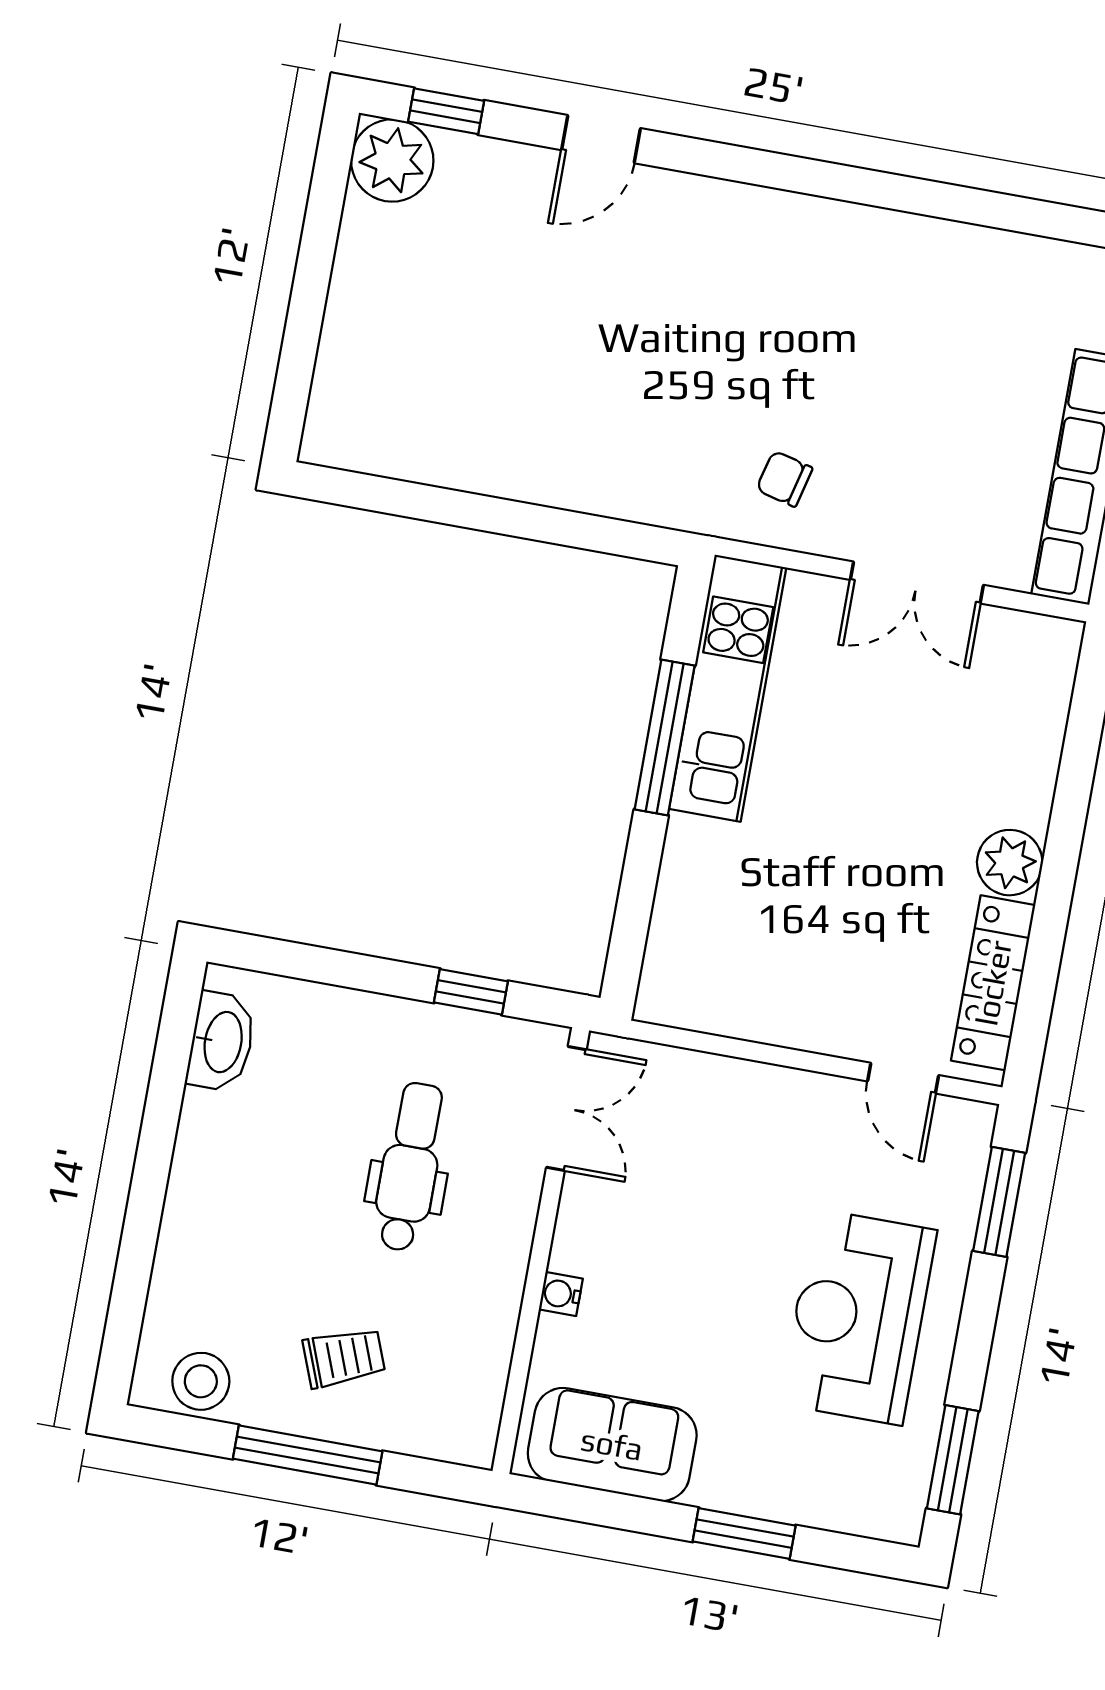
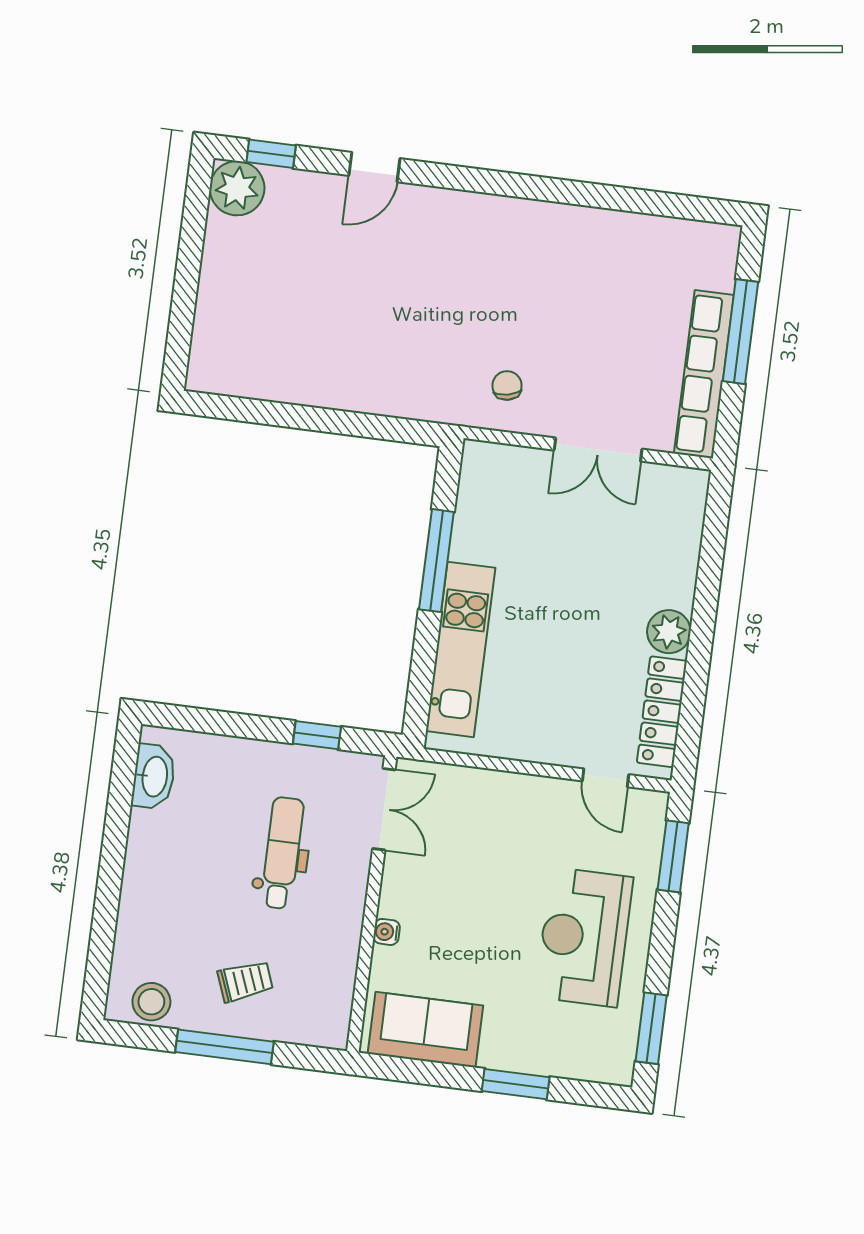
chair: (784, 479) -> (507, 386), turned 64
kitchen unit: (728, 688) -> (461, 649), moved

